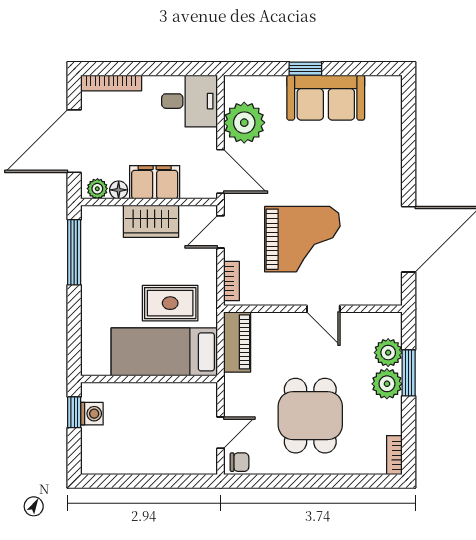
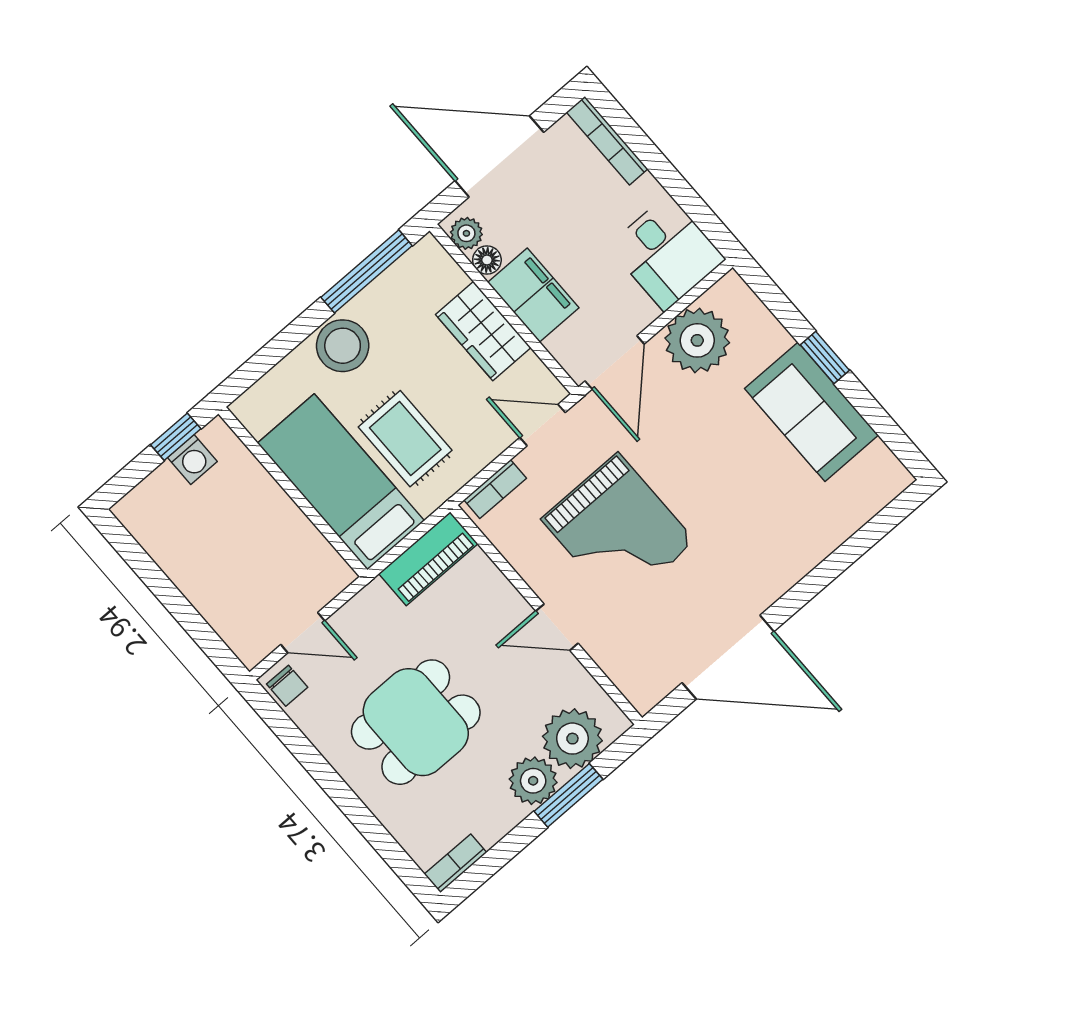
stool: (100, 295) -> (343, 346), added
door: (323, 309) -> (557, 627), hinge flipped
plant: (388, 353) -> (572, 739), width x1.36, depth x1.36

